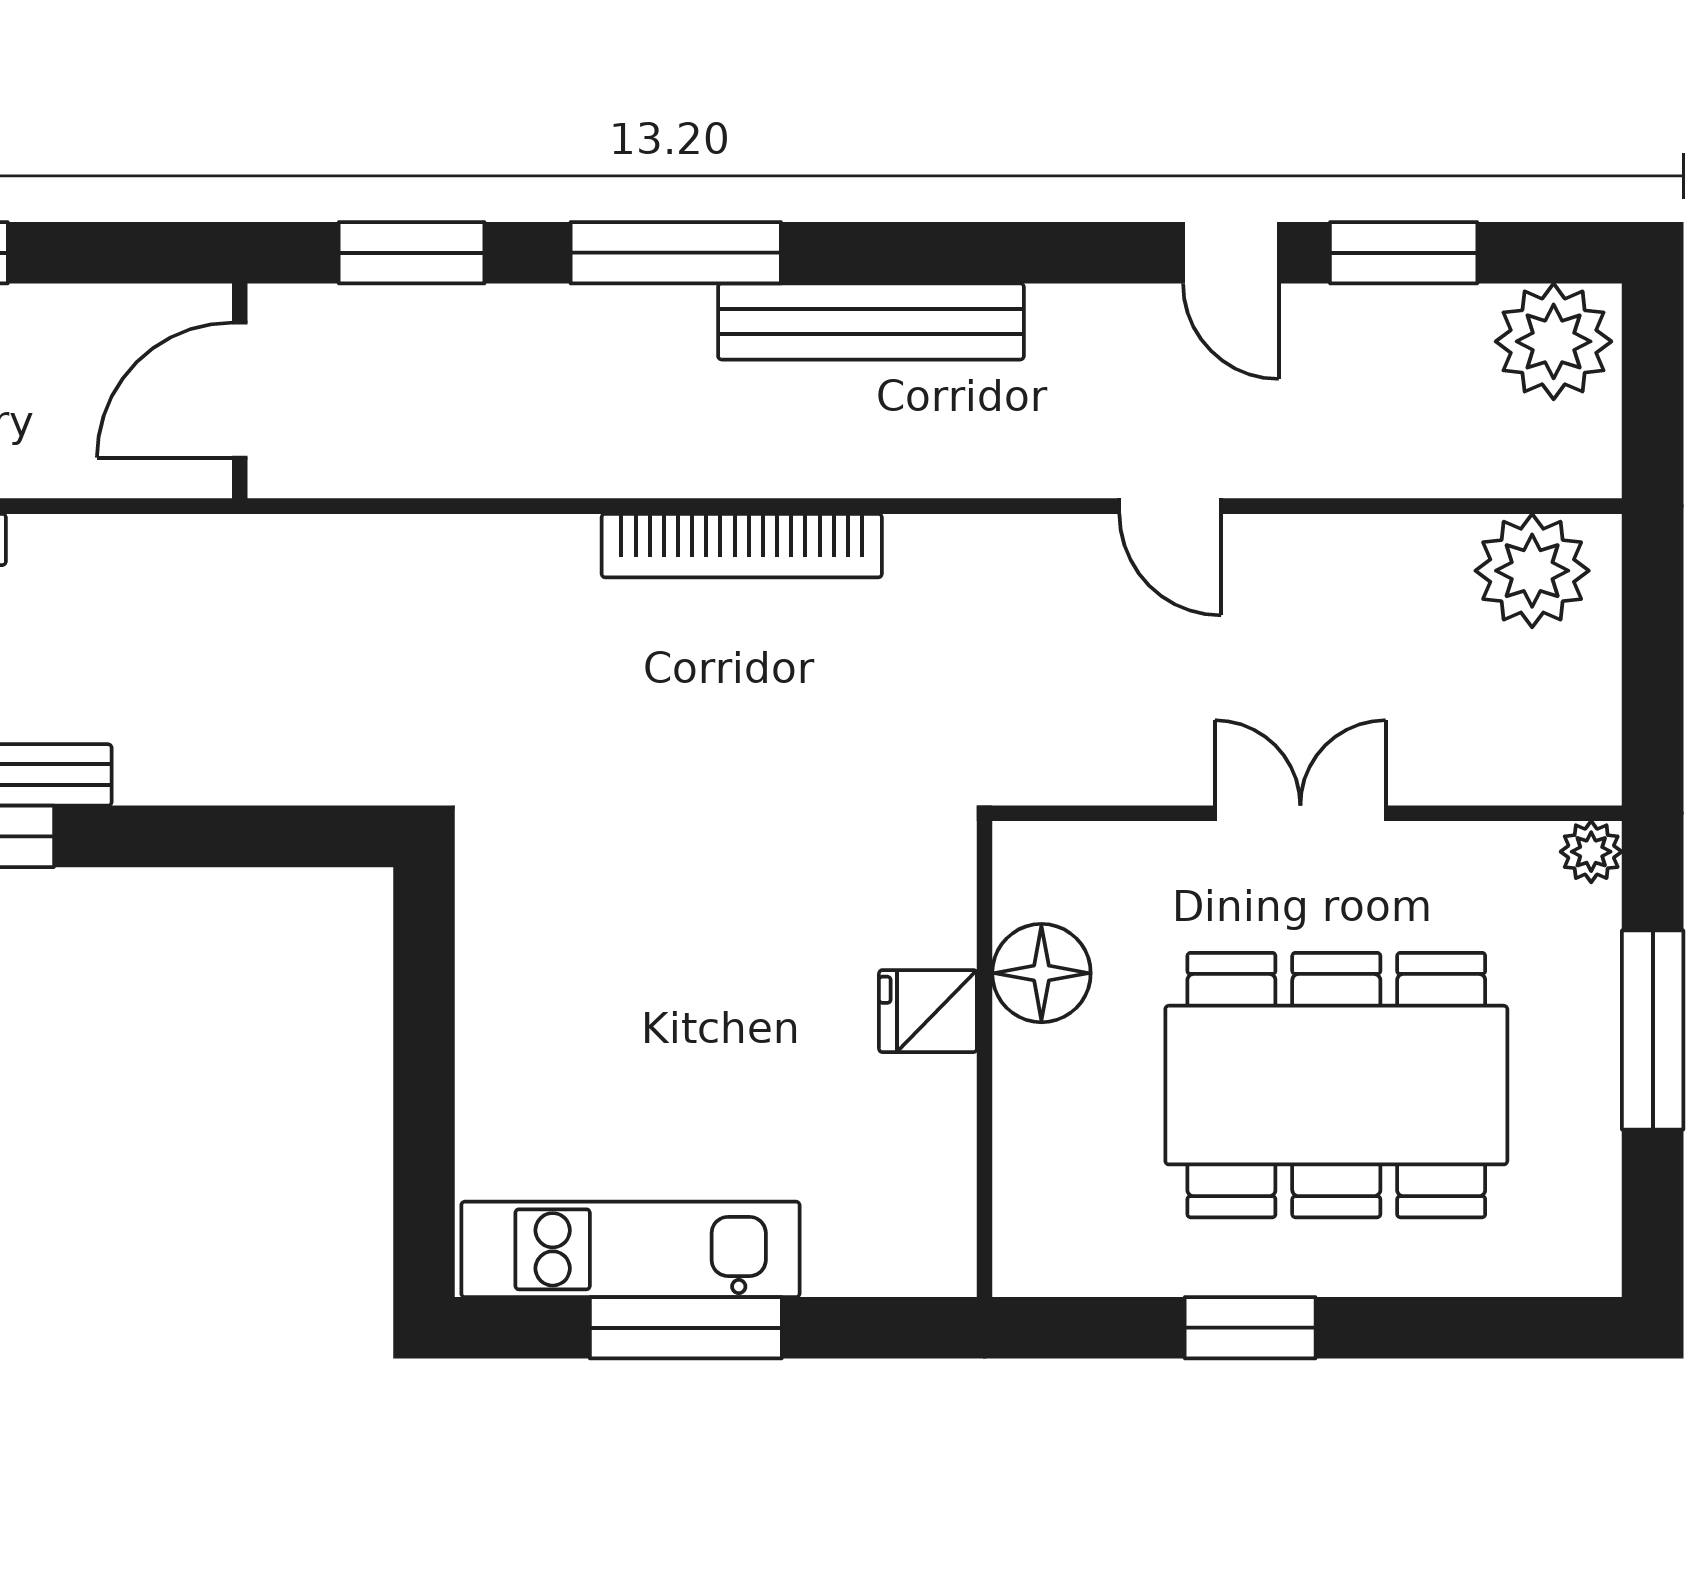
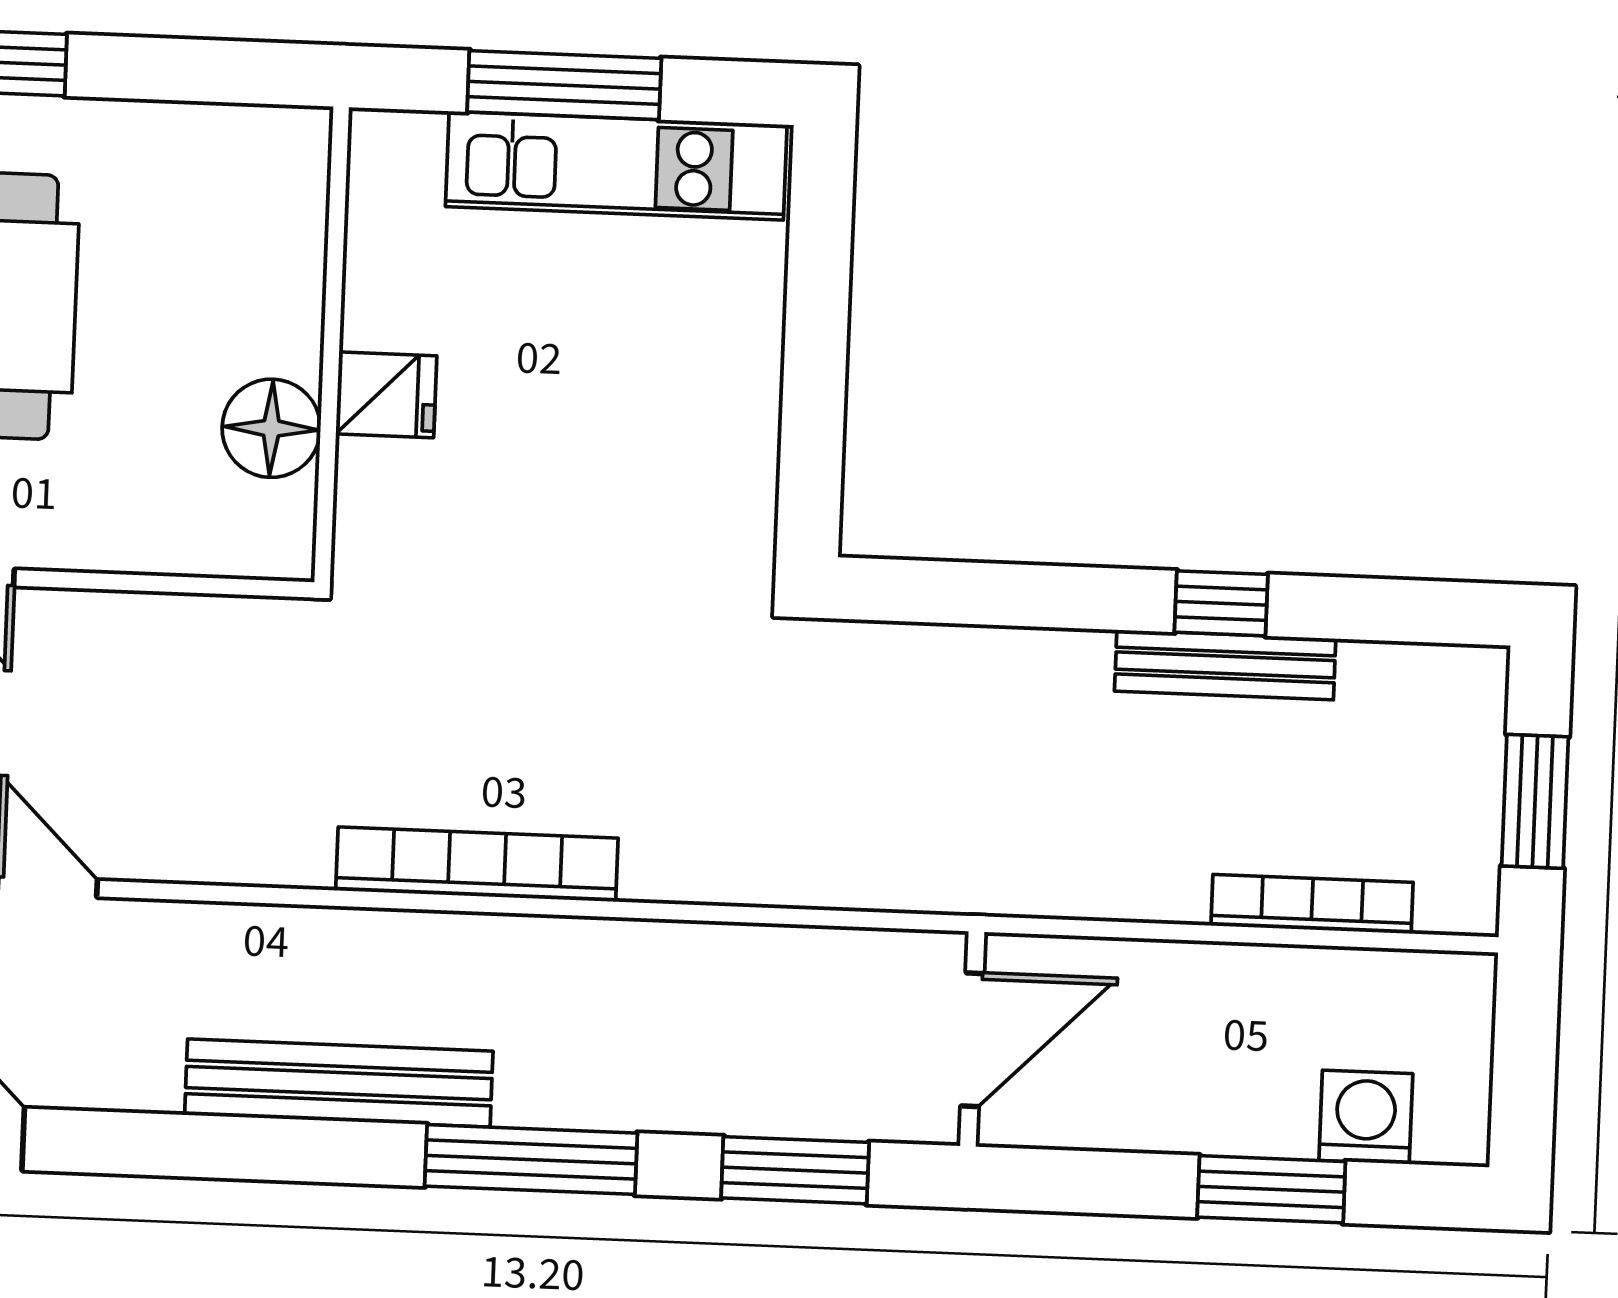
floor lamp: (1041, 973) -> (271, 428), moved
fridge: (928, 1011) -> (386, 395), moved
wall: (985, 1059) -> (332, 345), moved

